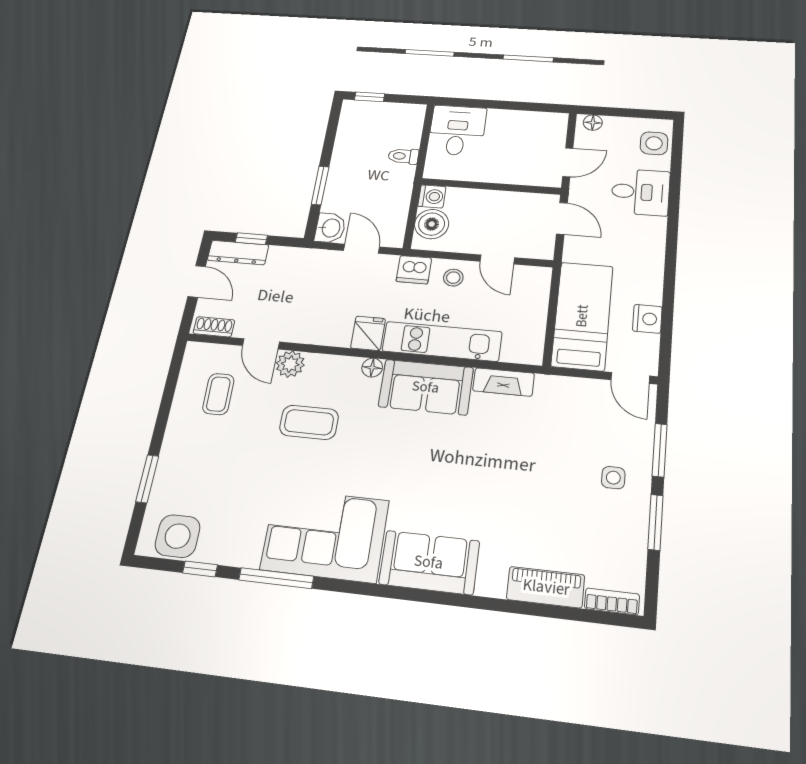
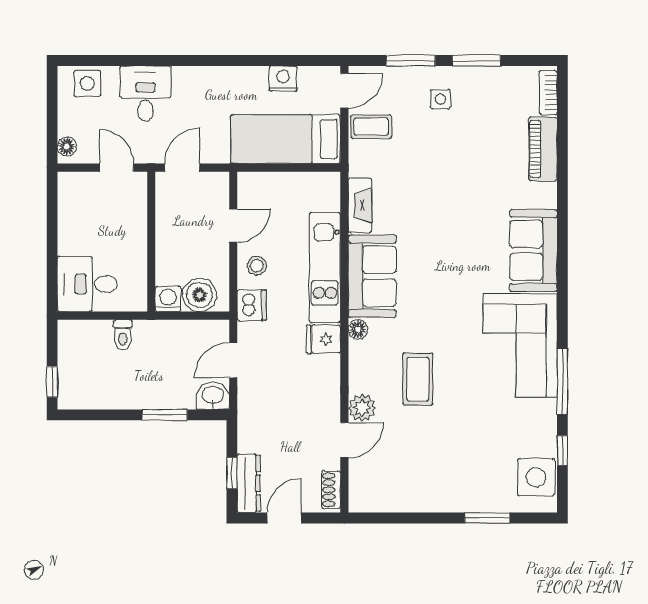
coffee table: (218, 394) -> (371, 127), moved

